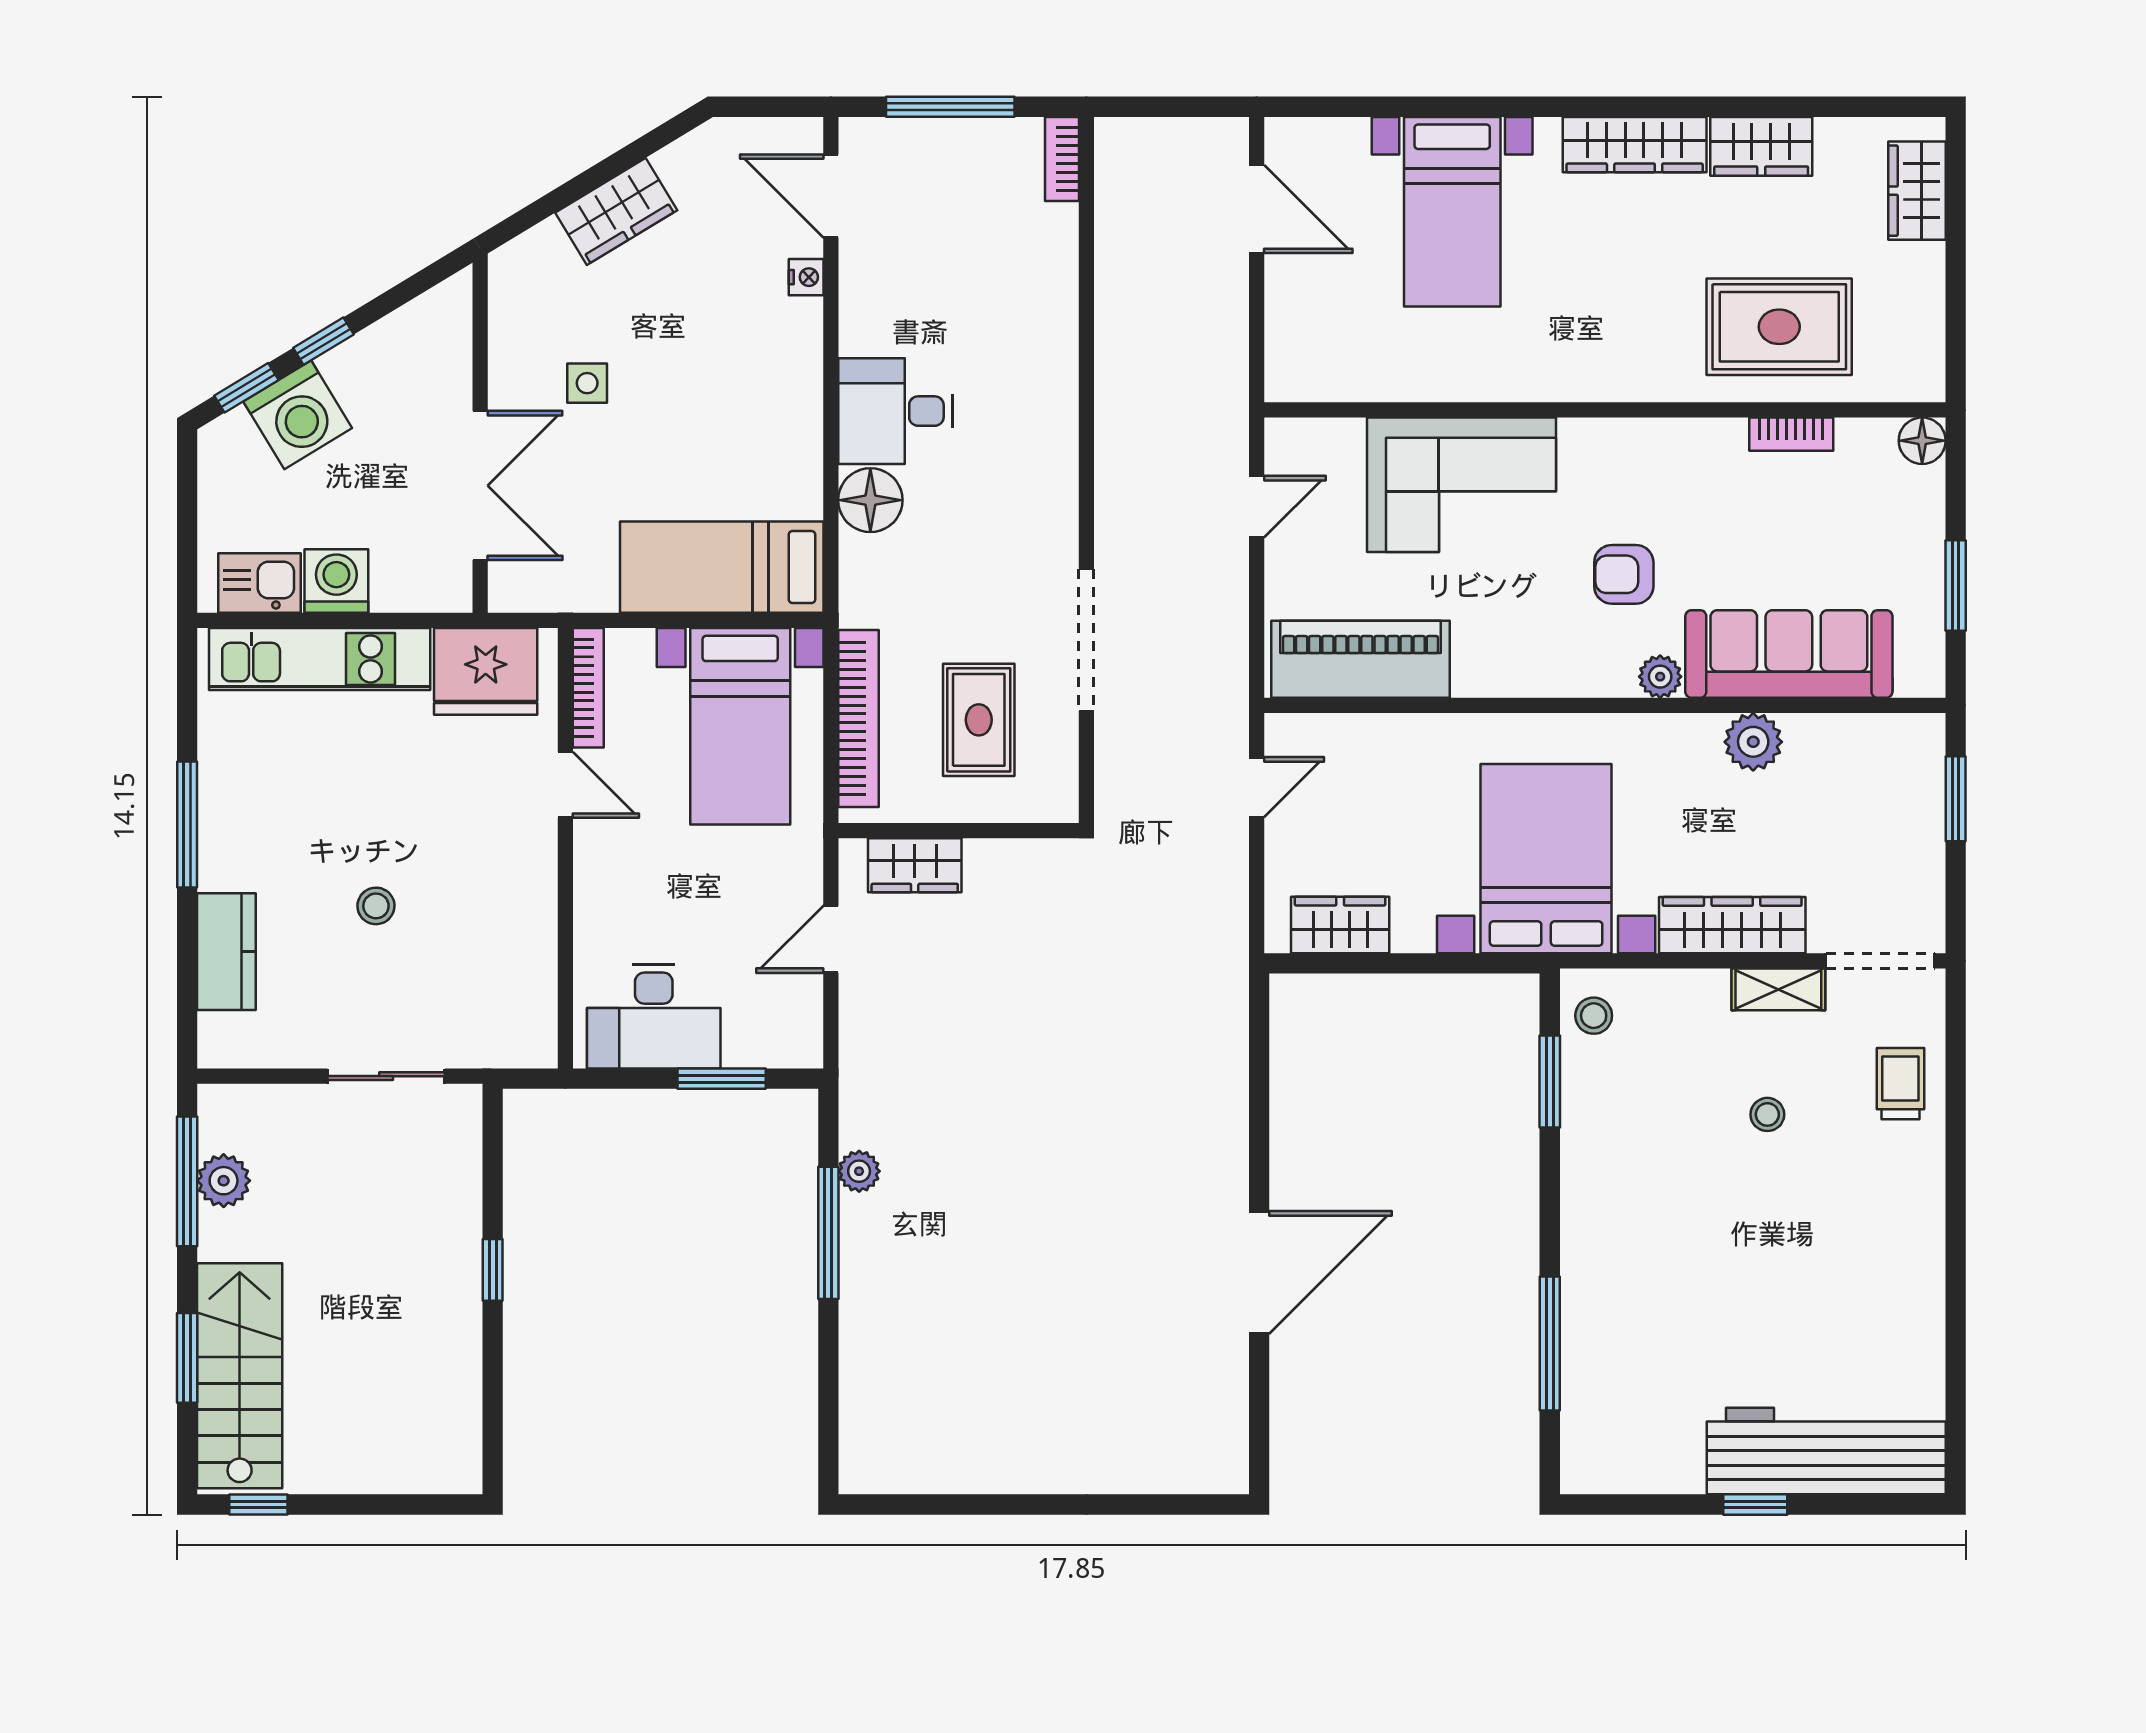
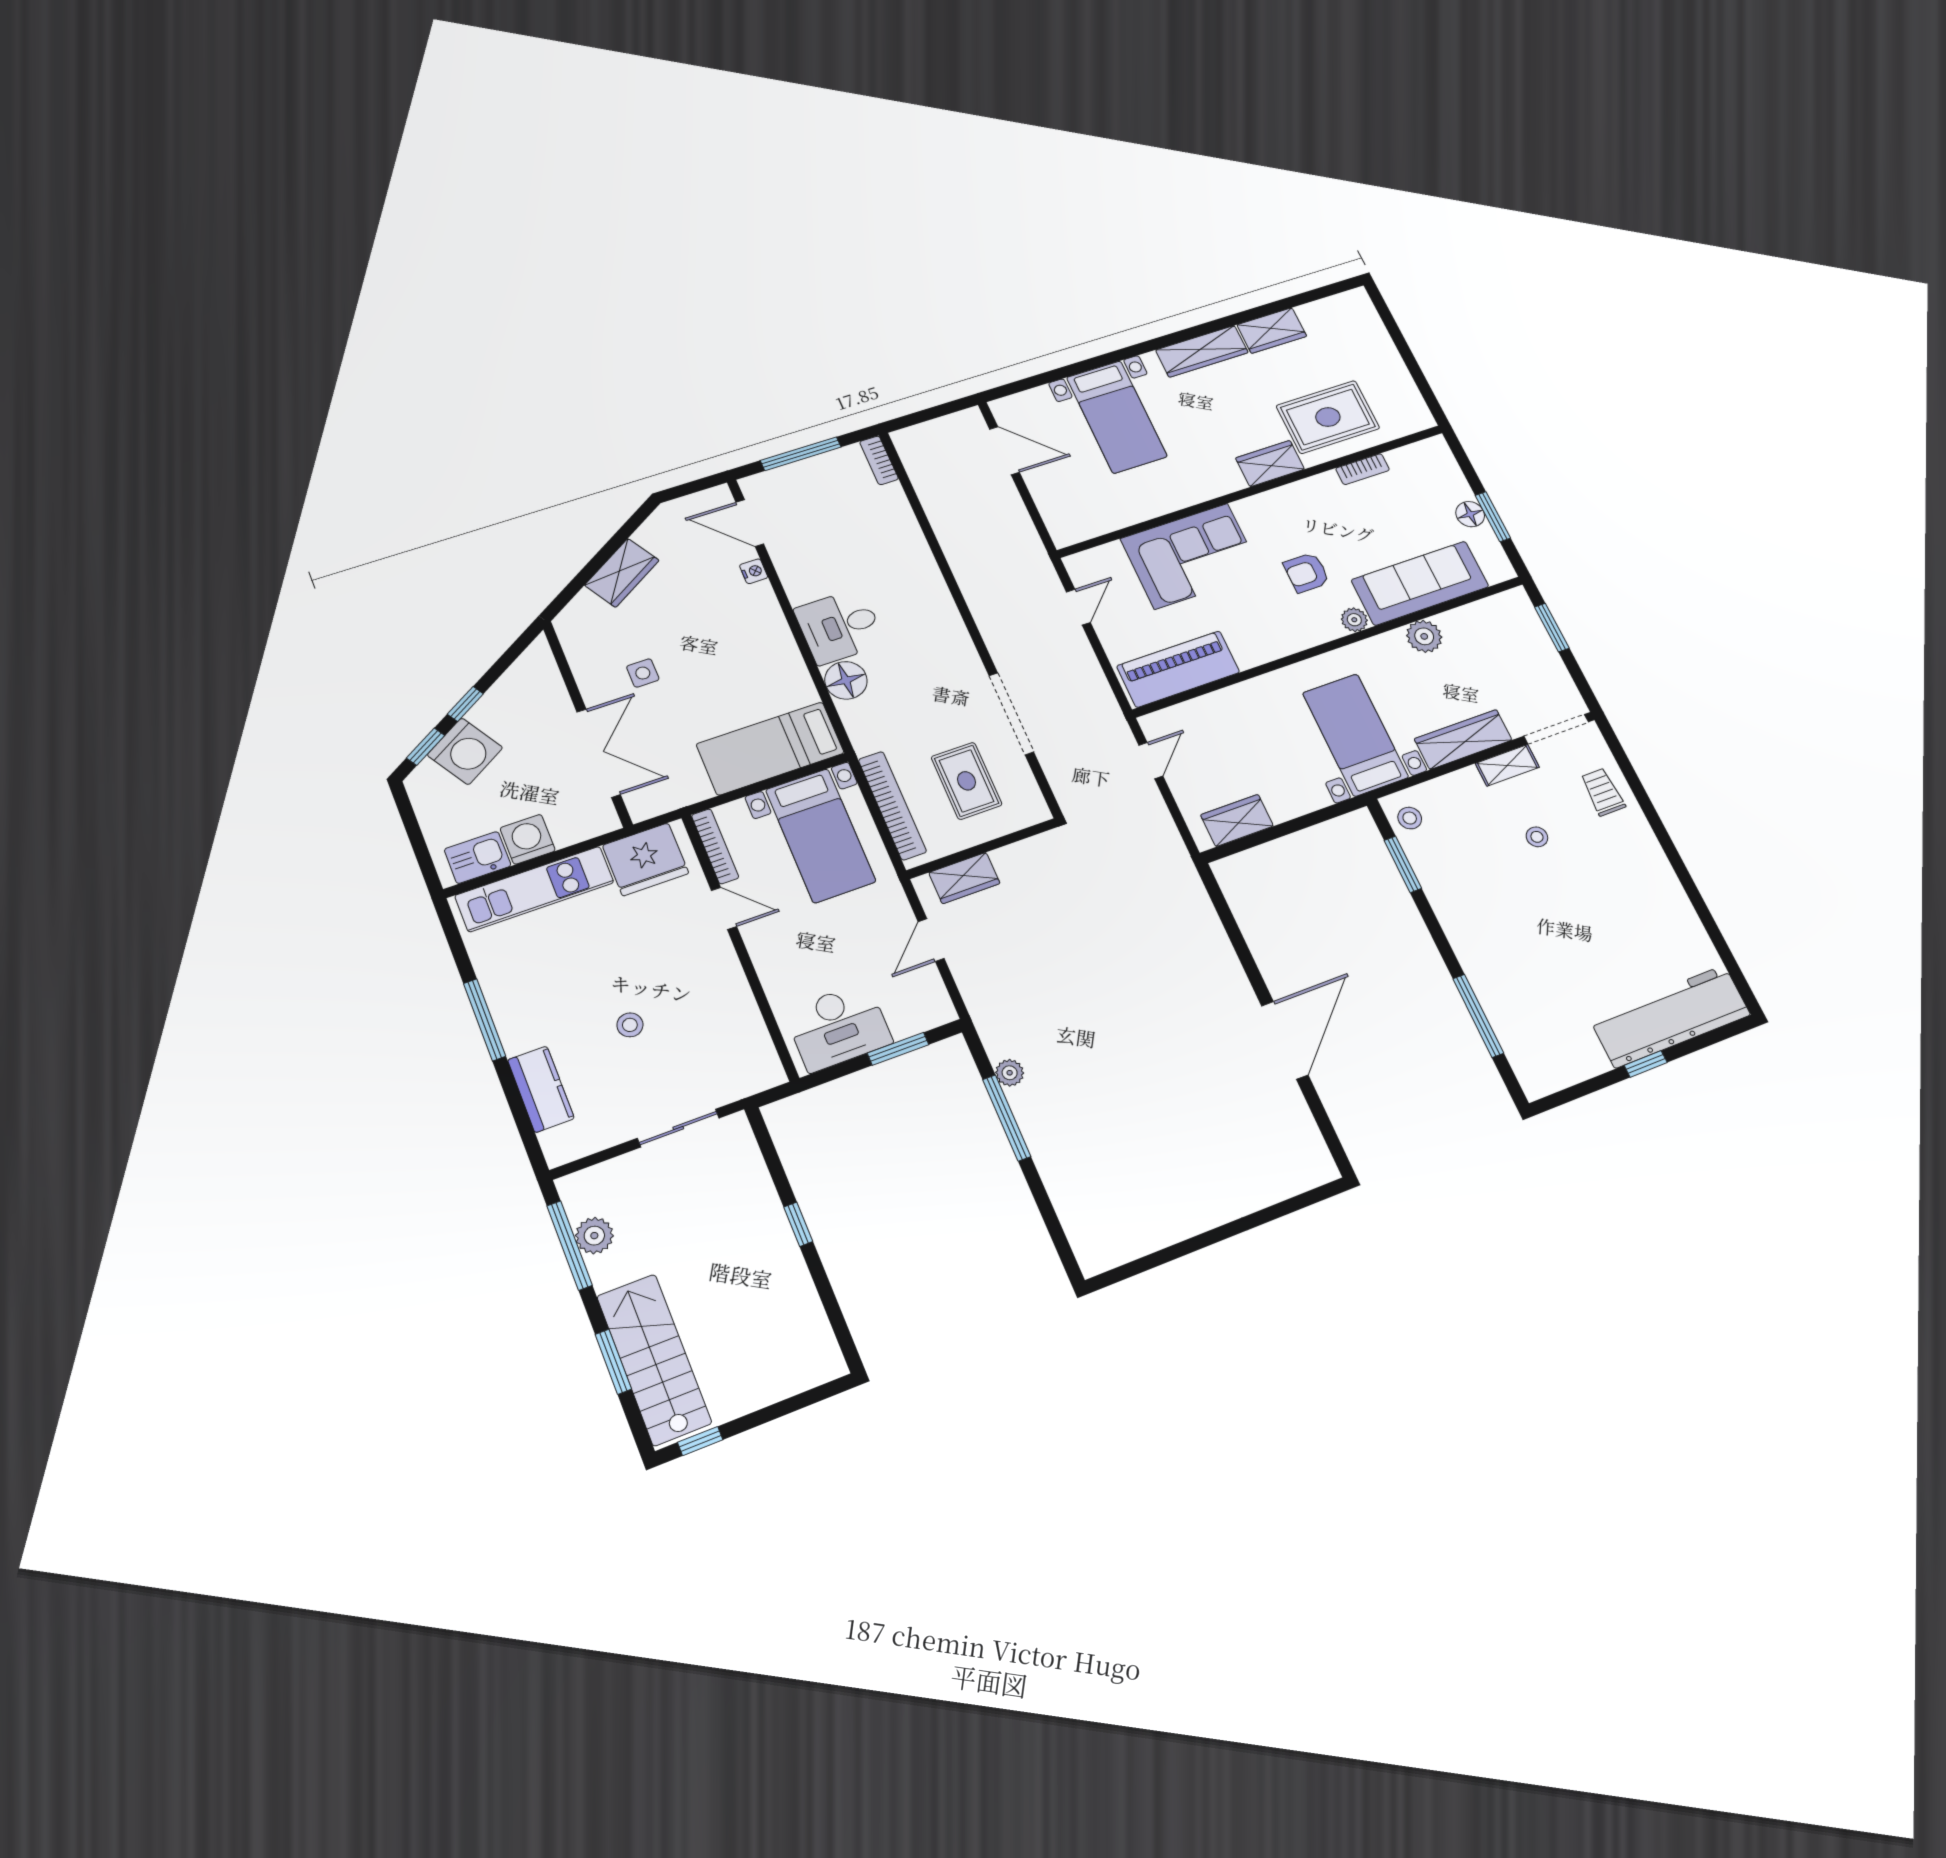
wardrobe: (1917, 191) -> (1270, 464), moved, turned 90
floor lamp: (1922, 441) -> (1470, 514), moved
bed with nightstands: (1546, 859) -> (1355, 735), width x0.73

